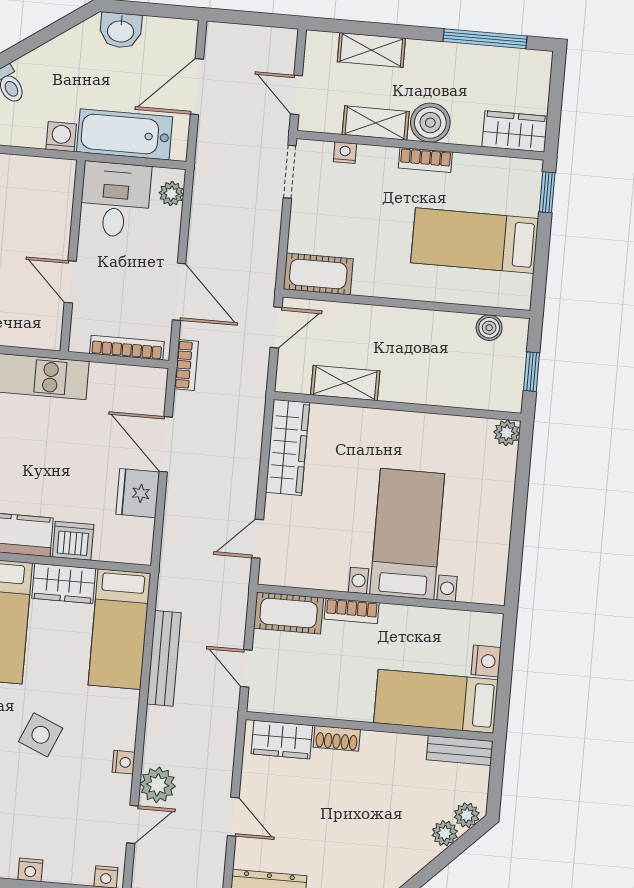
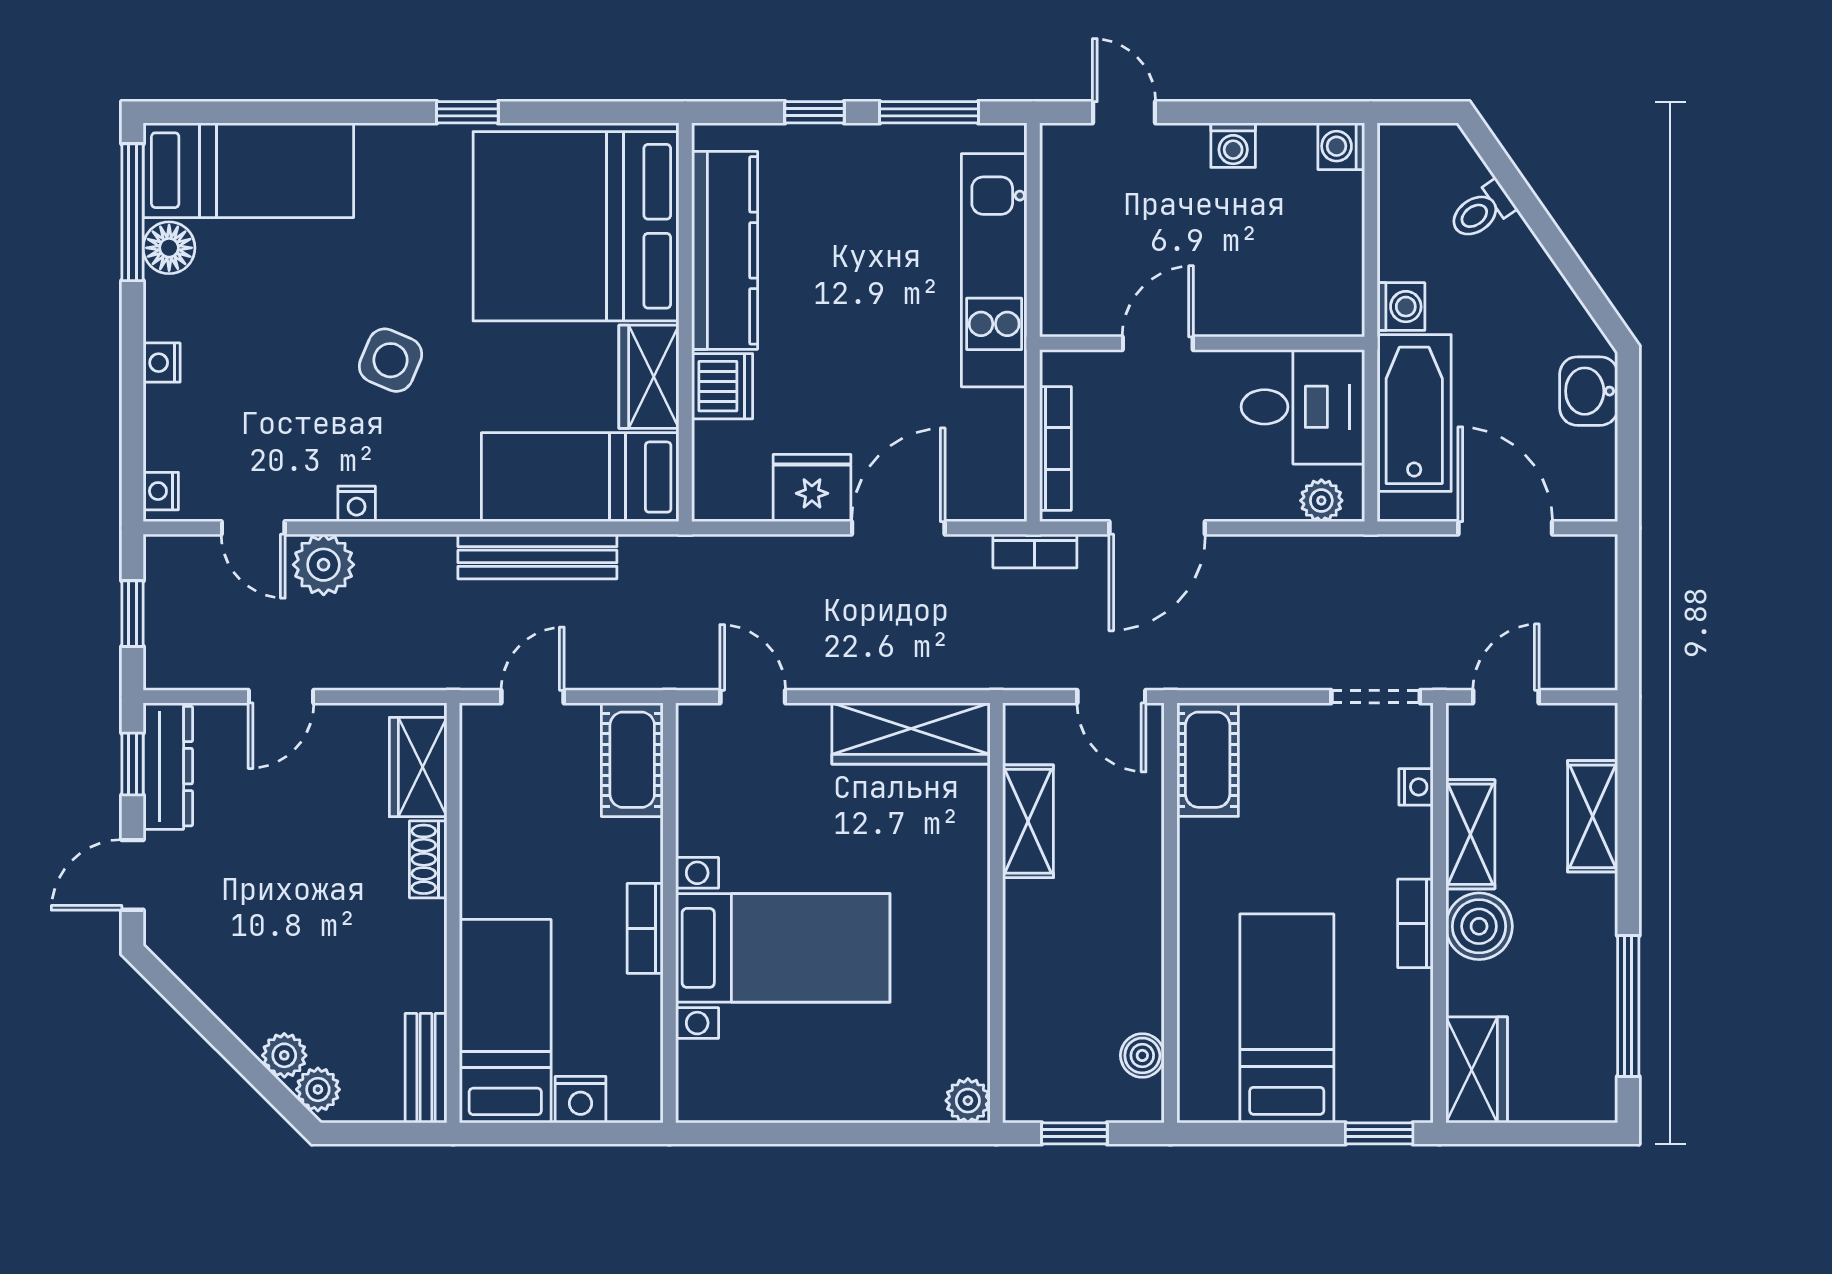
bookcase: (352, 611) -> (645, 928), moved

